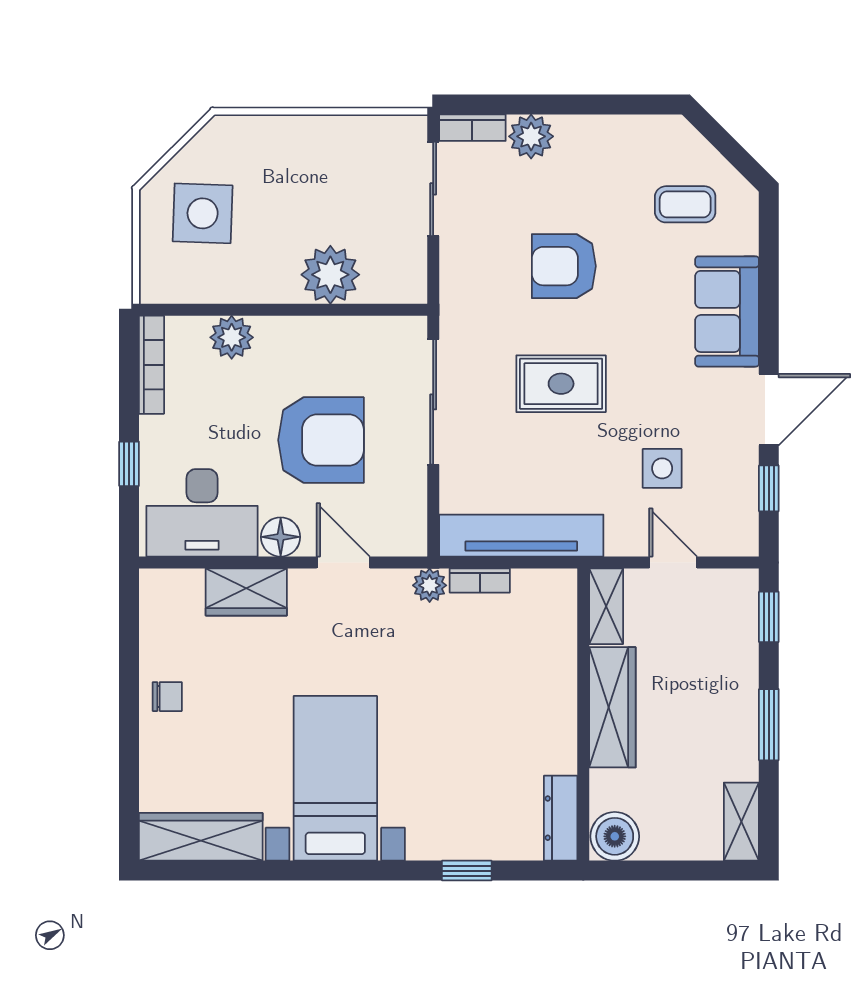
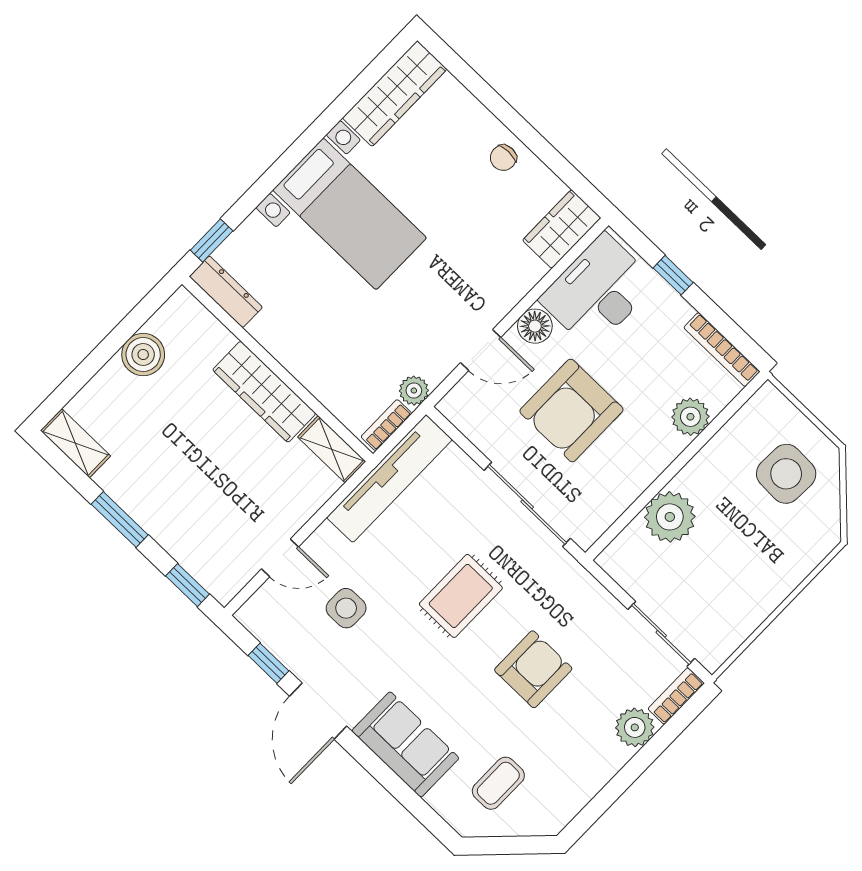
wardrobe: (246, 592) -> (562, 229), moved
shelving: (606, 606) -> (332, 449), moved
wardrobe: (612, 707) -> (264, 392), moved
wall: (583, 715) -> (277, 369), moved
dresser: (561, 818) -> (226, 292), moved

